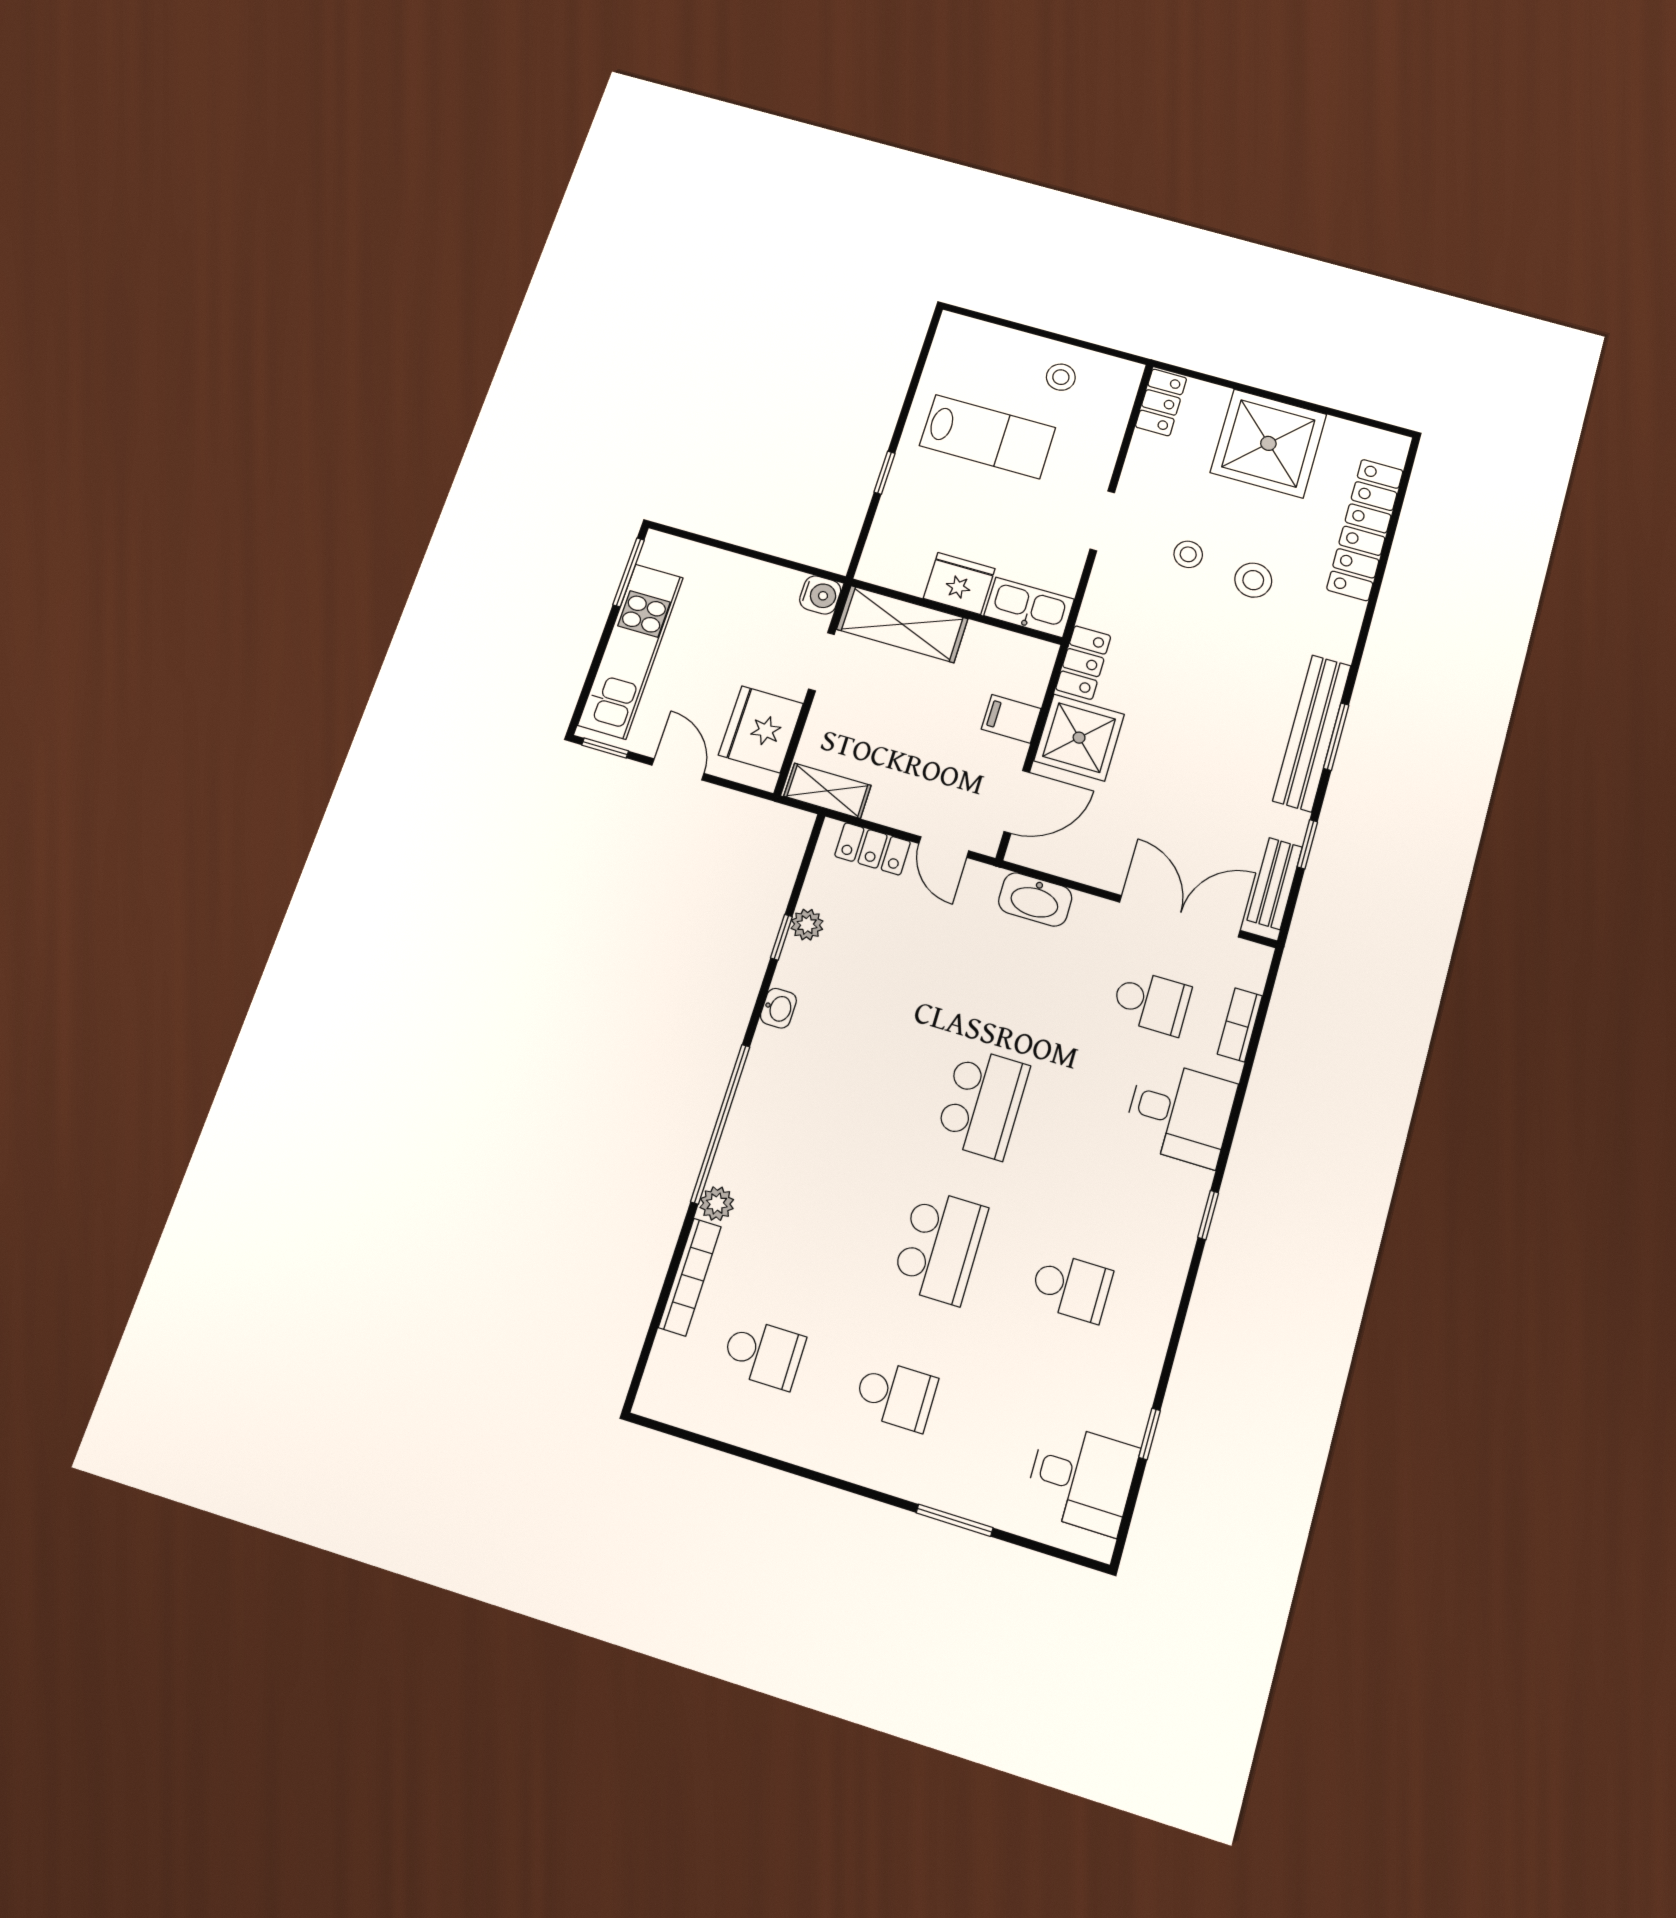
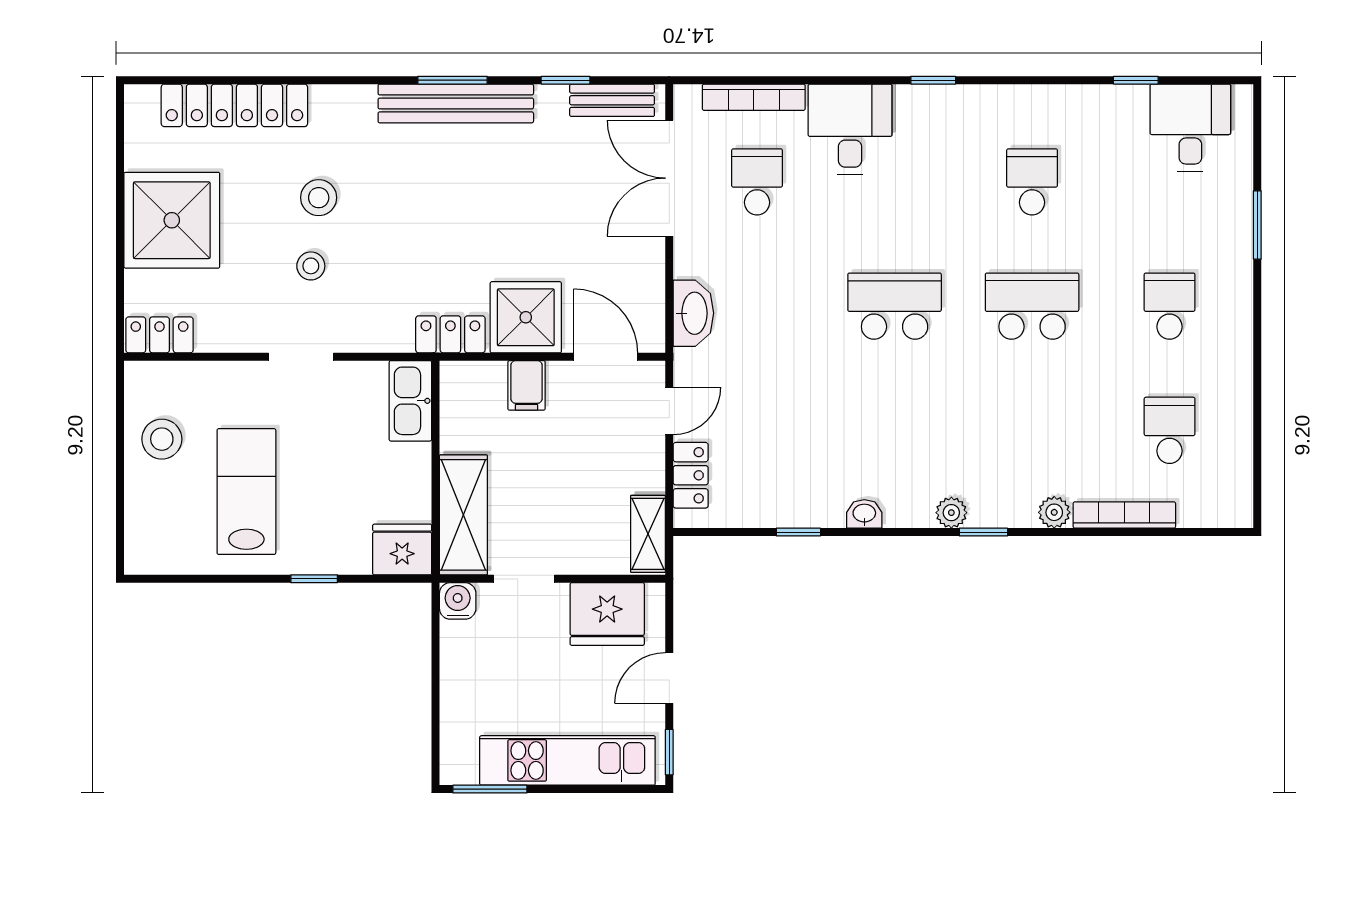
stool: (1061, 377) -> (162, 439), width x1.37, depth x1.37
fridge: (959, 583) -> (402, 549), moved, turned 90
plant: (807, 925) -> (951, 513), moved
bookcase: (1240, 1025) -> (754, 97), width x1.56
window: (720, 1124) -> (983, 532), width x0.32

